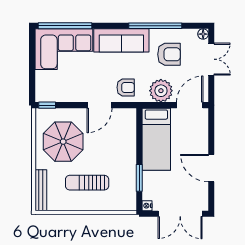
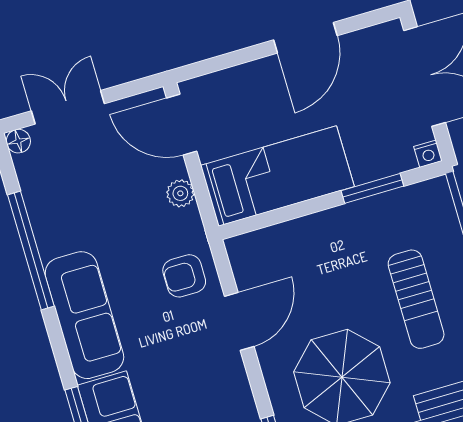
armchair: (169, 54) -> (84, 202), removed
armchair: (126, 87) -> (184, 276), turned -90
plant: (161, 91) -> (180, 193), width x0.53, depth x0.53
door: (100, 105) -> (239, 321), hinge flipped

